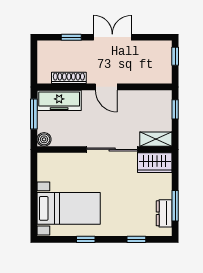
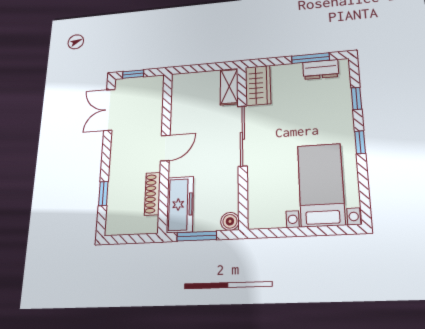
double door: (112, 37) -> (109, 110), moved
window: (175, 109) -> (194, 69), removed
window: (86, 239) -> (360, 142), moved

